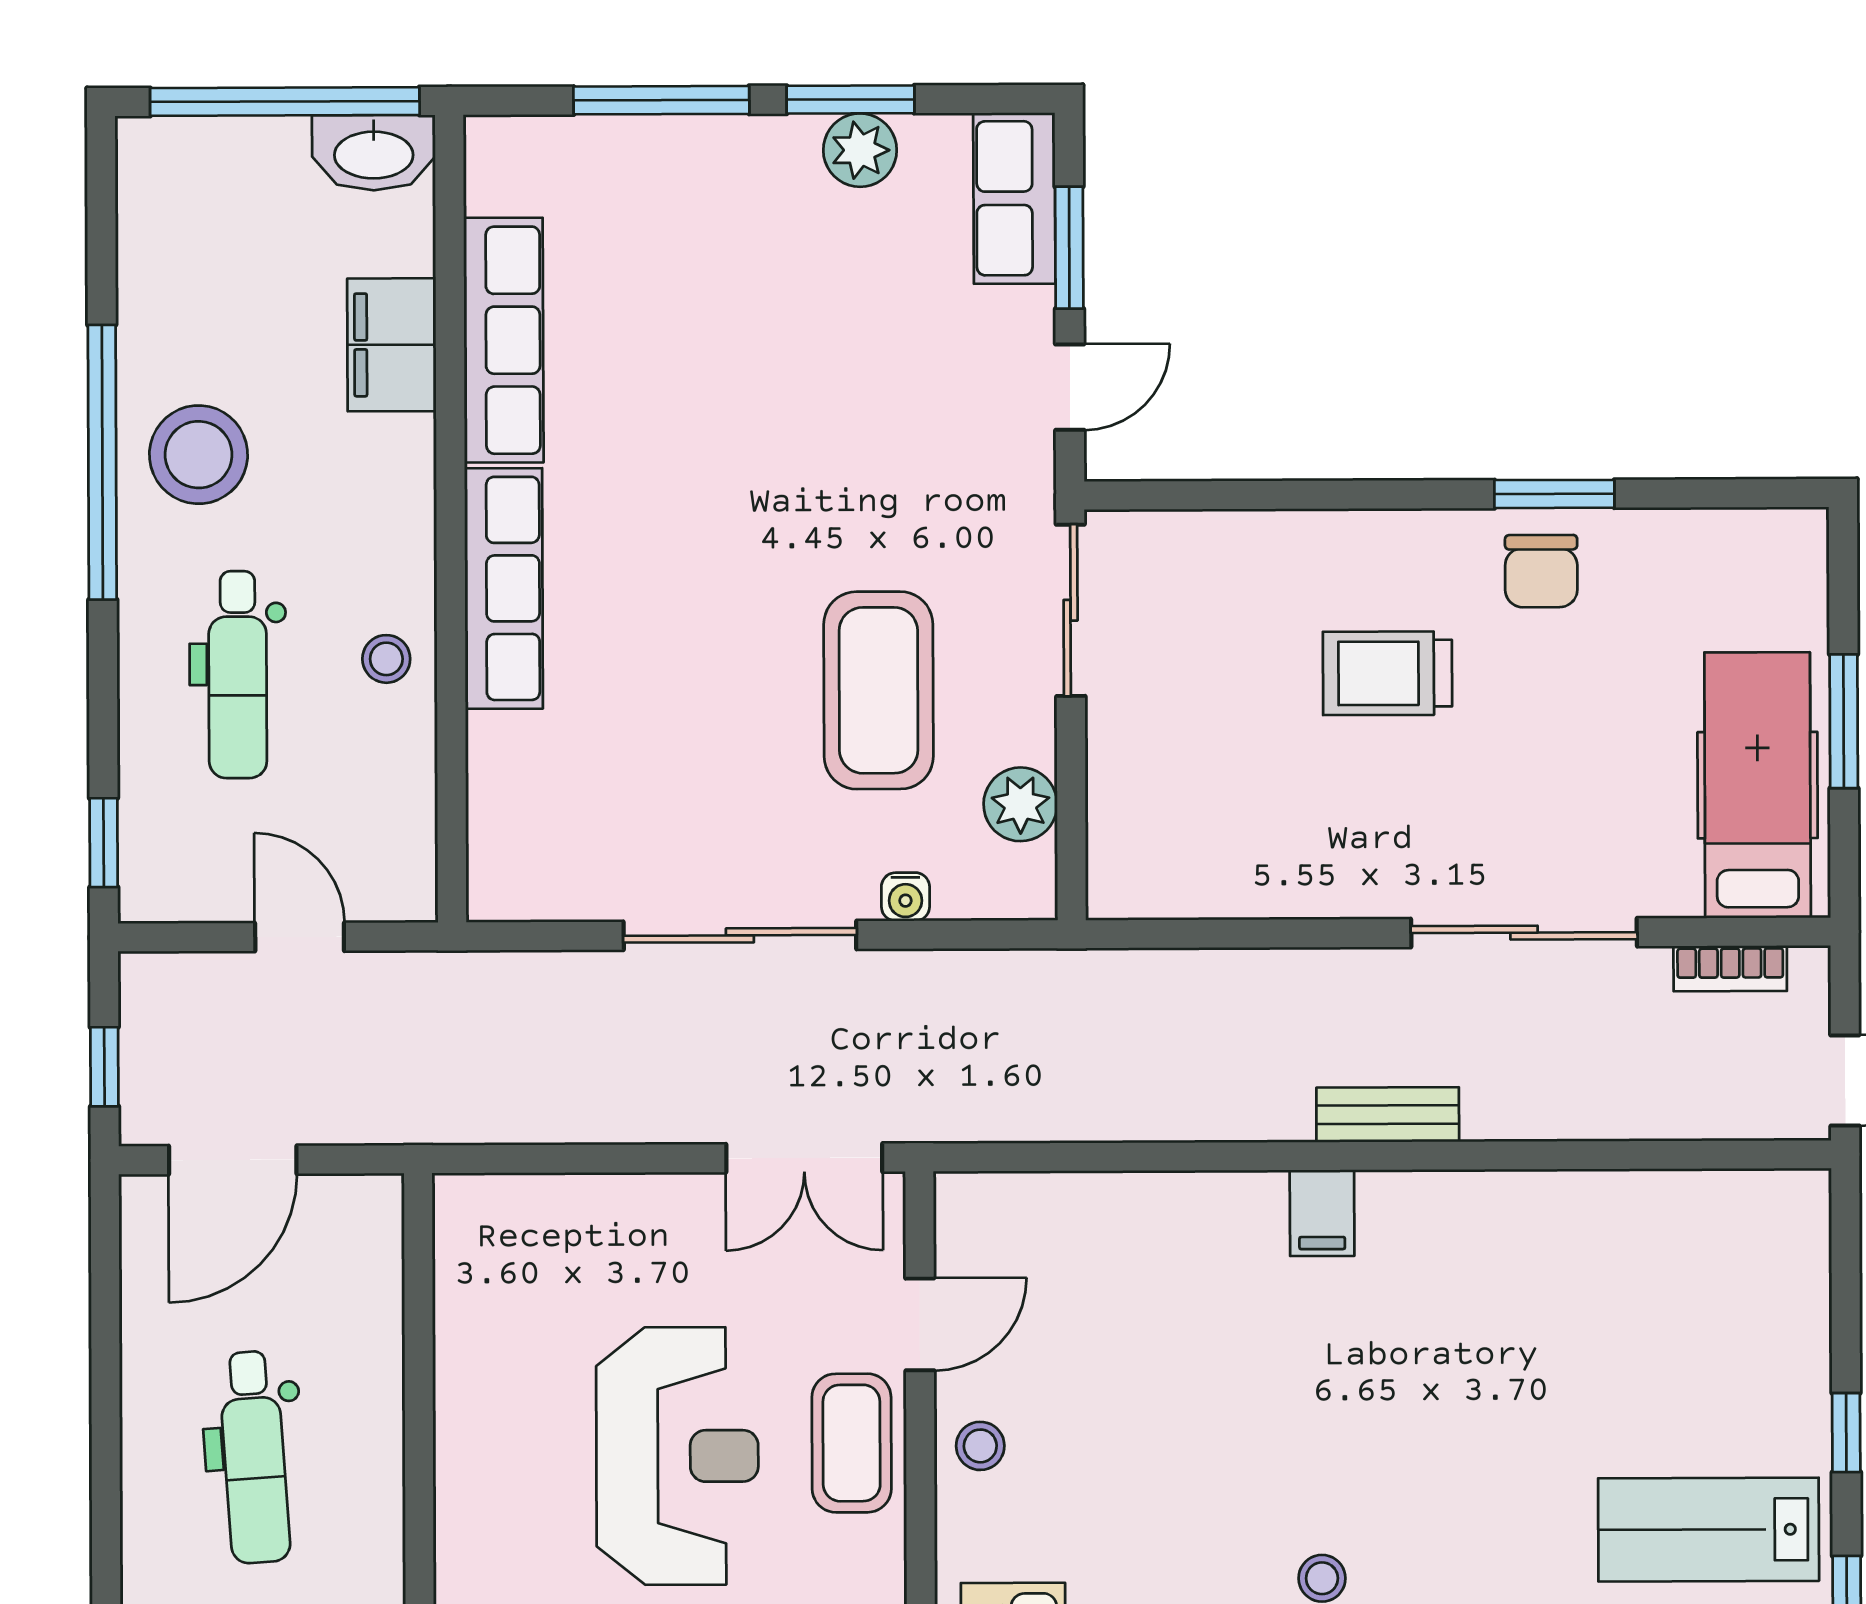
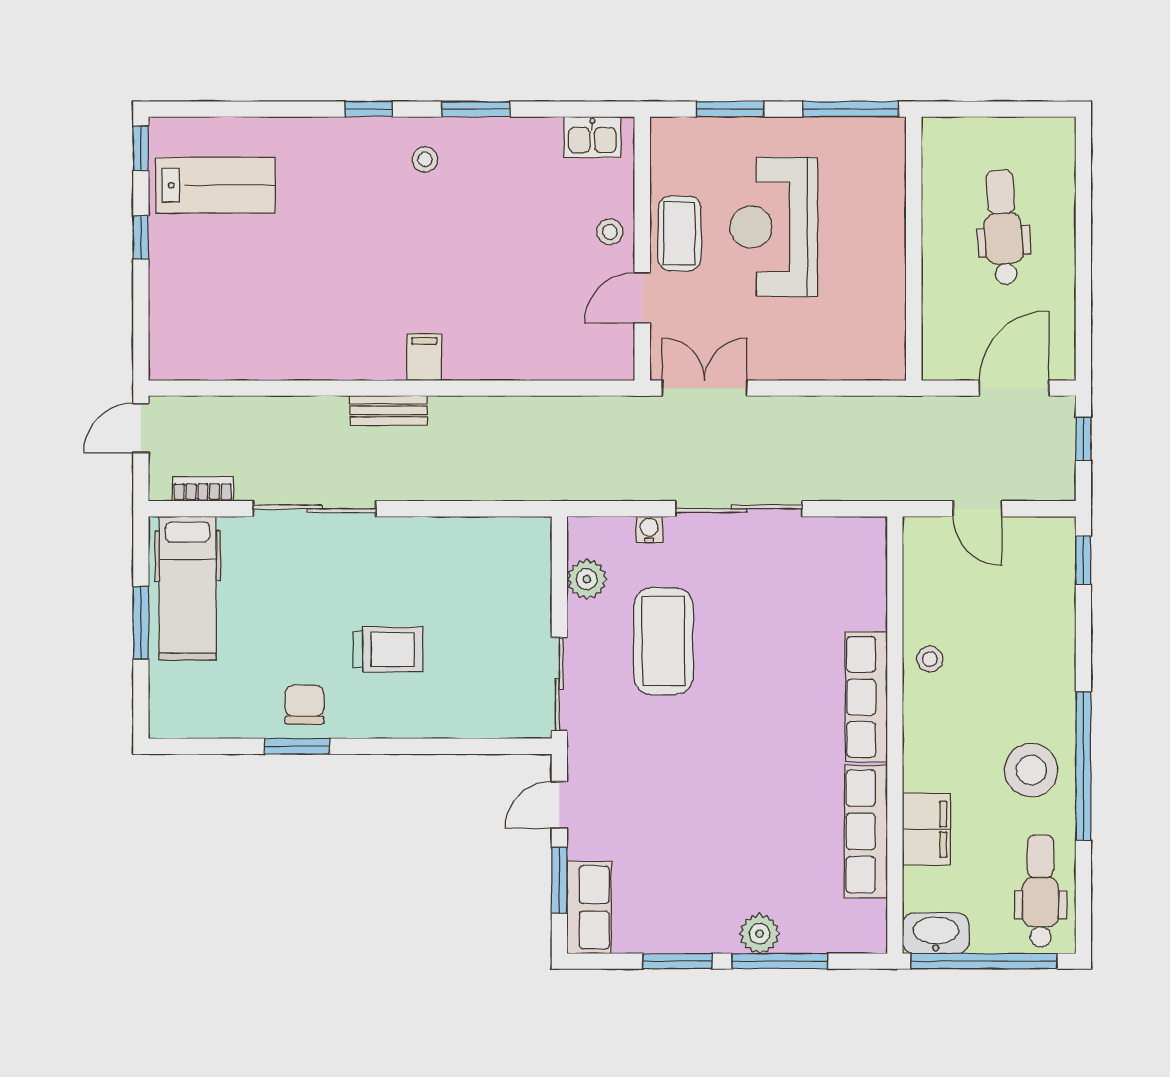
plant: (860, 150) -> (760, 934), moved
dental chair: (238, 675) -> (1041, 891), moved

